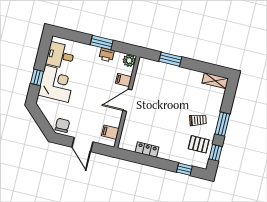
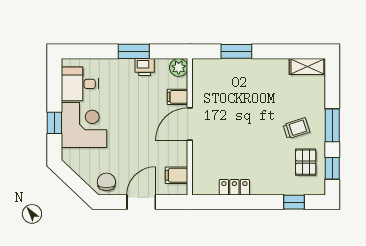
pallet: (199, 144) -> (306, 162), turned 90
door: (82, 145) -> (141, 202), swing flipped

